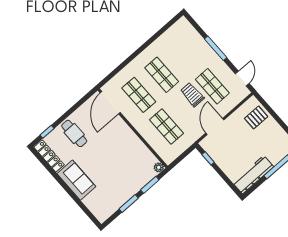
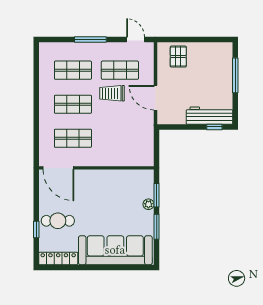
shop shelf: (167, 126) -> (73, 70), moved
window: (47, 132) -> (36, 229), moved
window: (208, 158) -> (214, 127), moved
plant: (159, 167) -> (148, 204), moved
workbench: (253, 175) -> (210, 116), moved, turned 90
sofa: (76, 180) -> (115, 250), width x1.85, depth x1.27

